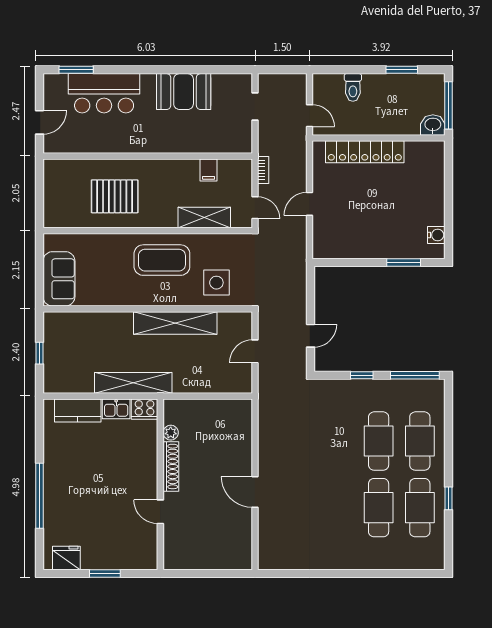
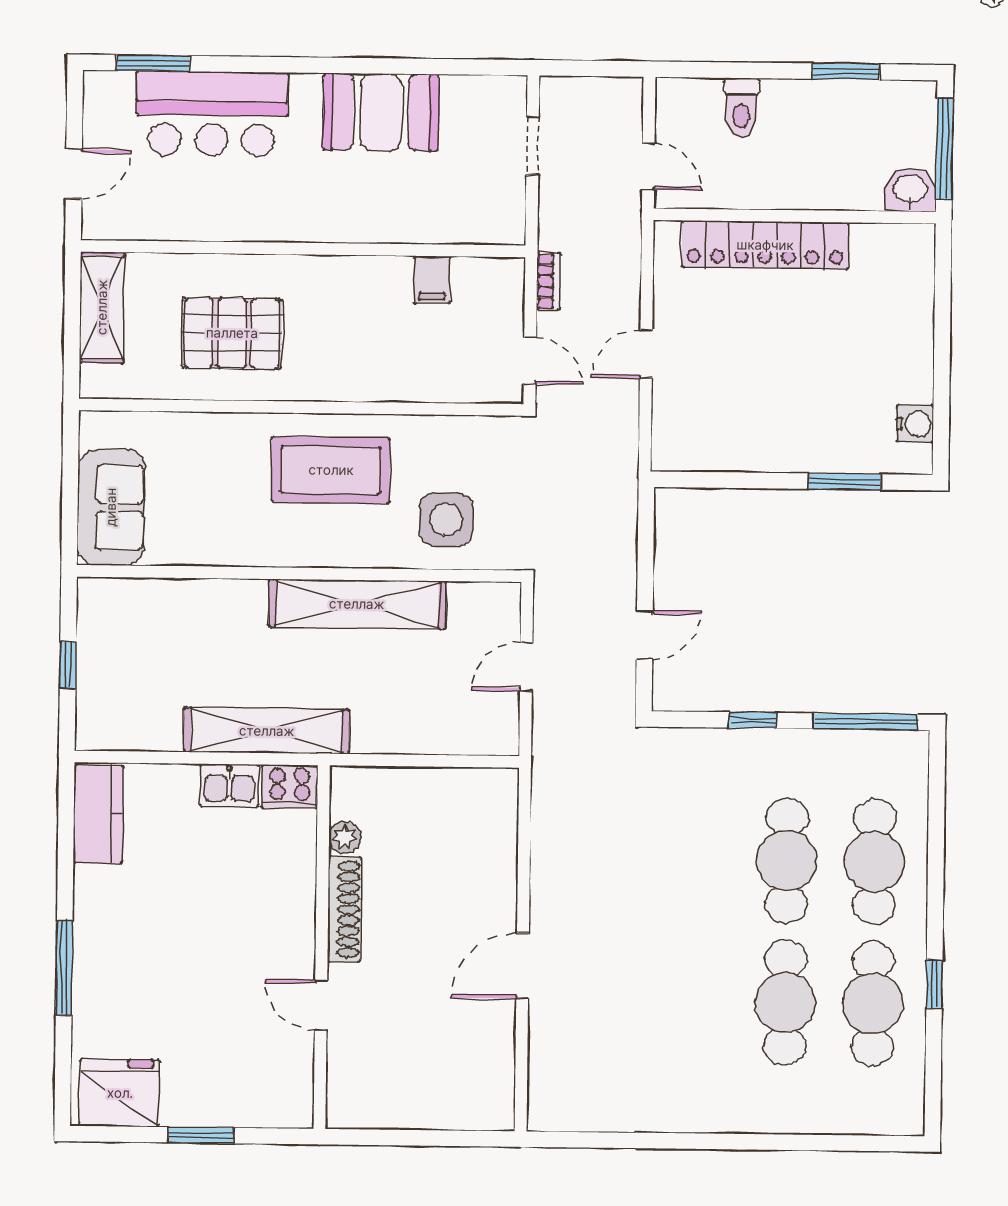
shelving: (204, 218) -> (102, 307), moved, turned 90
kitchen counter: (78, 410) -> (98, 814), moved, turned -90
door: (255, 492) -> (523, 966), hinge flipped
window: (40, 496) -> (64, 968), width x0.68
fridge: (66, 558) -> (120, 1093), width x1.36, depth x1.34

